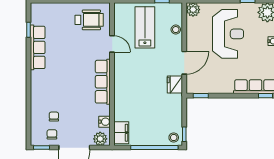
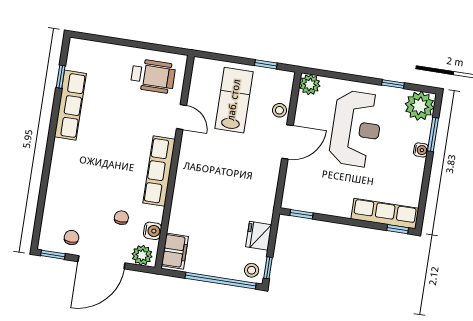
door: (184, 63) -> (287, 142), moved
fridge: (175, 85) -> (259, 236), moved
chair: (54, 116) -> (121, 218), moved

